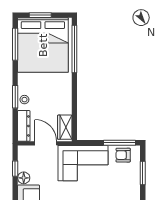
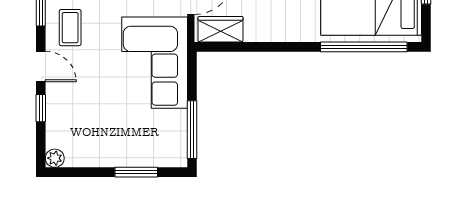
armchair: (123, 155) -> (169, 136), removed

